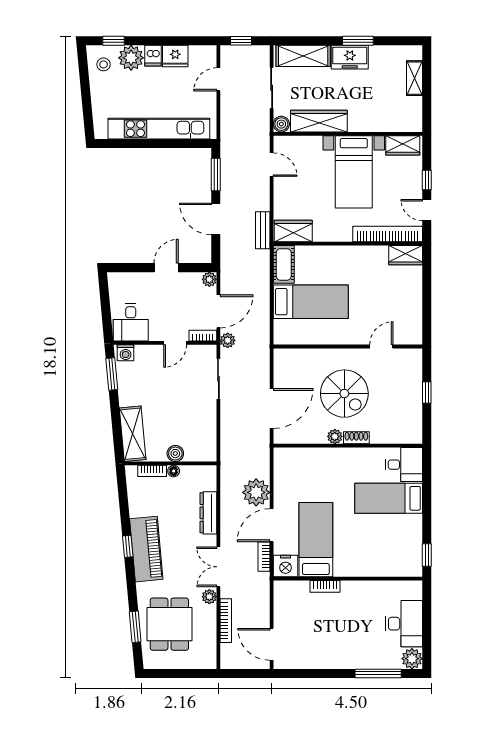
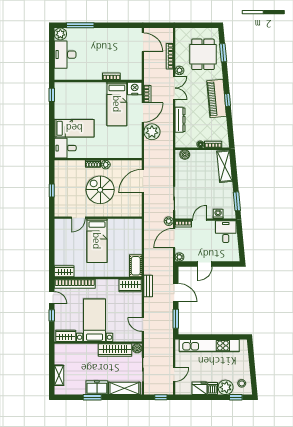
bed: (311, 302) -> (97, 241), moved, turned -90
washing machine: (126, 353) -> (218, 214), moved
boiler: (175, 454) -> (185, 155), moved

